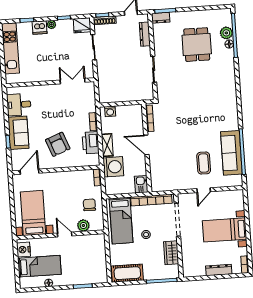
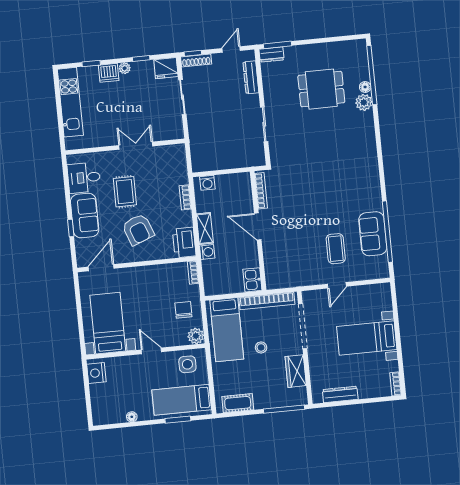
plant: (226, 33) -> (364, 102), moved
dining table: (197, 45) -> (321, 89), turned 90
double door: (73, 81) -> (136, 146), moved
rug: (49, 116) -> (125, 192), added
printer: (91, 143) -> (184, 242), moved
sofa: (231, 153) -> (373, 234), width x0.73
washing machine: (113, 167) -> (207, 252), width x0.53, depth x0.53
plant: (83, 225) -> (196, 336), moved
side table: (91, 245) -> (187, 364), added
bed: (39, 266) -> (182, 400), moved, turned 180
dresser: (219, 270) -> (340, 394), moved
cot: (127, 273) -> (238, 403), width x0.73, depth x0.75

